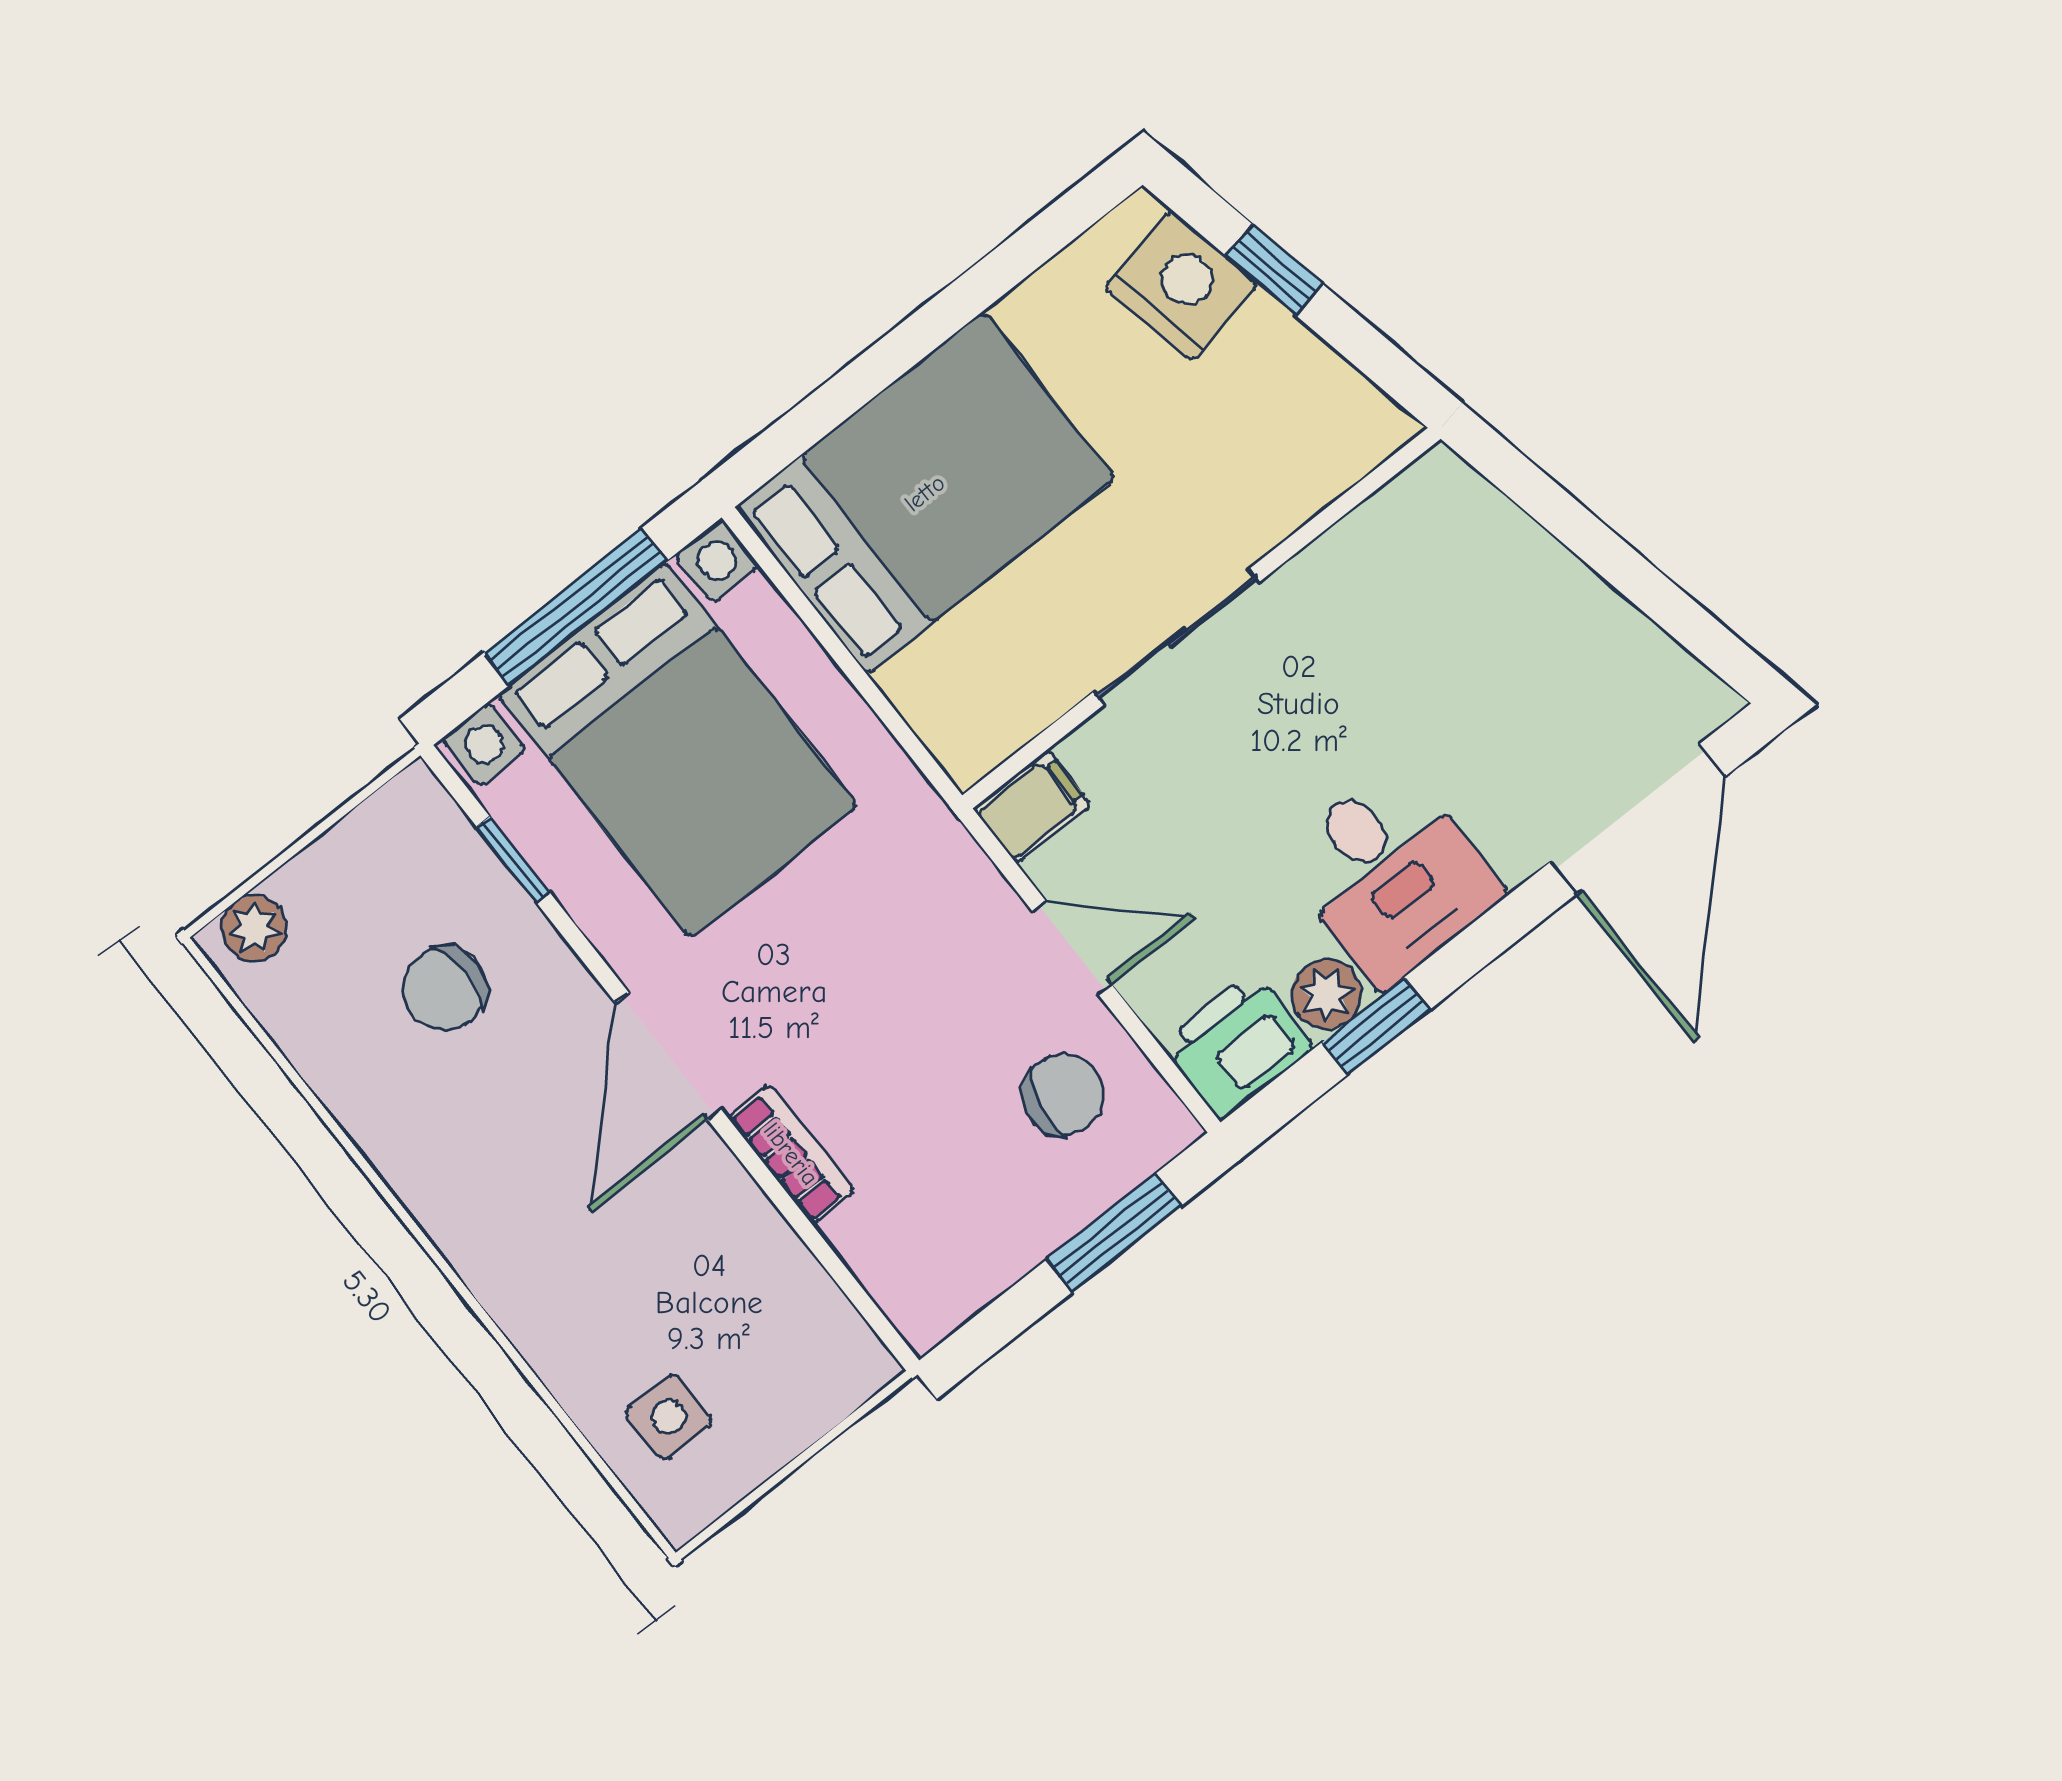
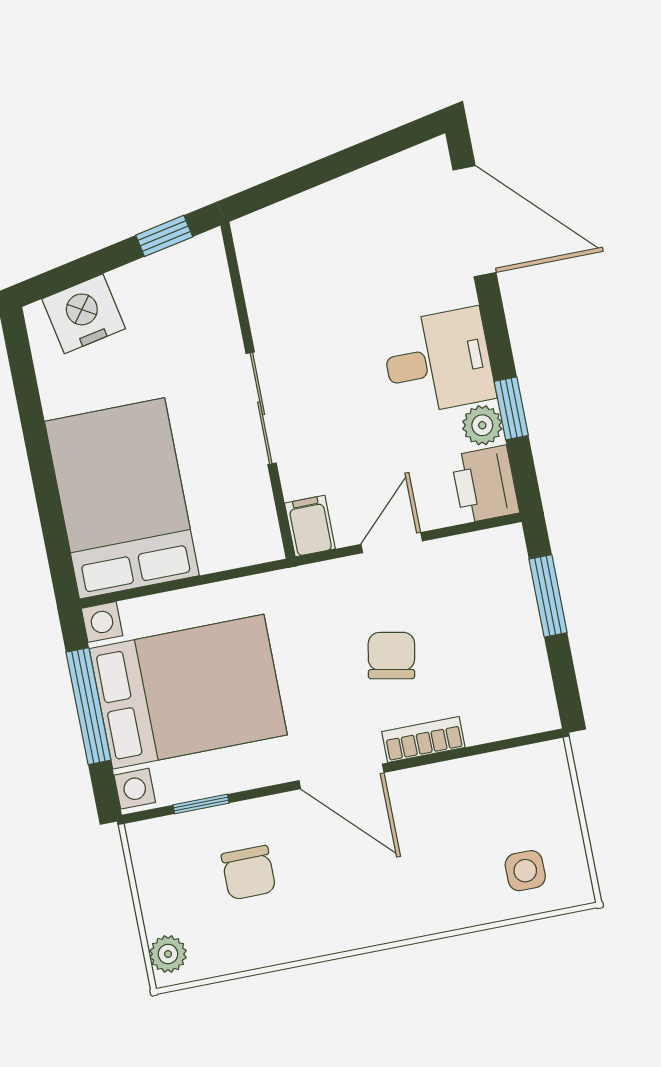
window: (1275, 270) -> (164, 236), moved
chair: (1063, 1094) -> (391, 656), moved

